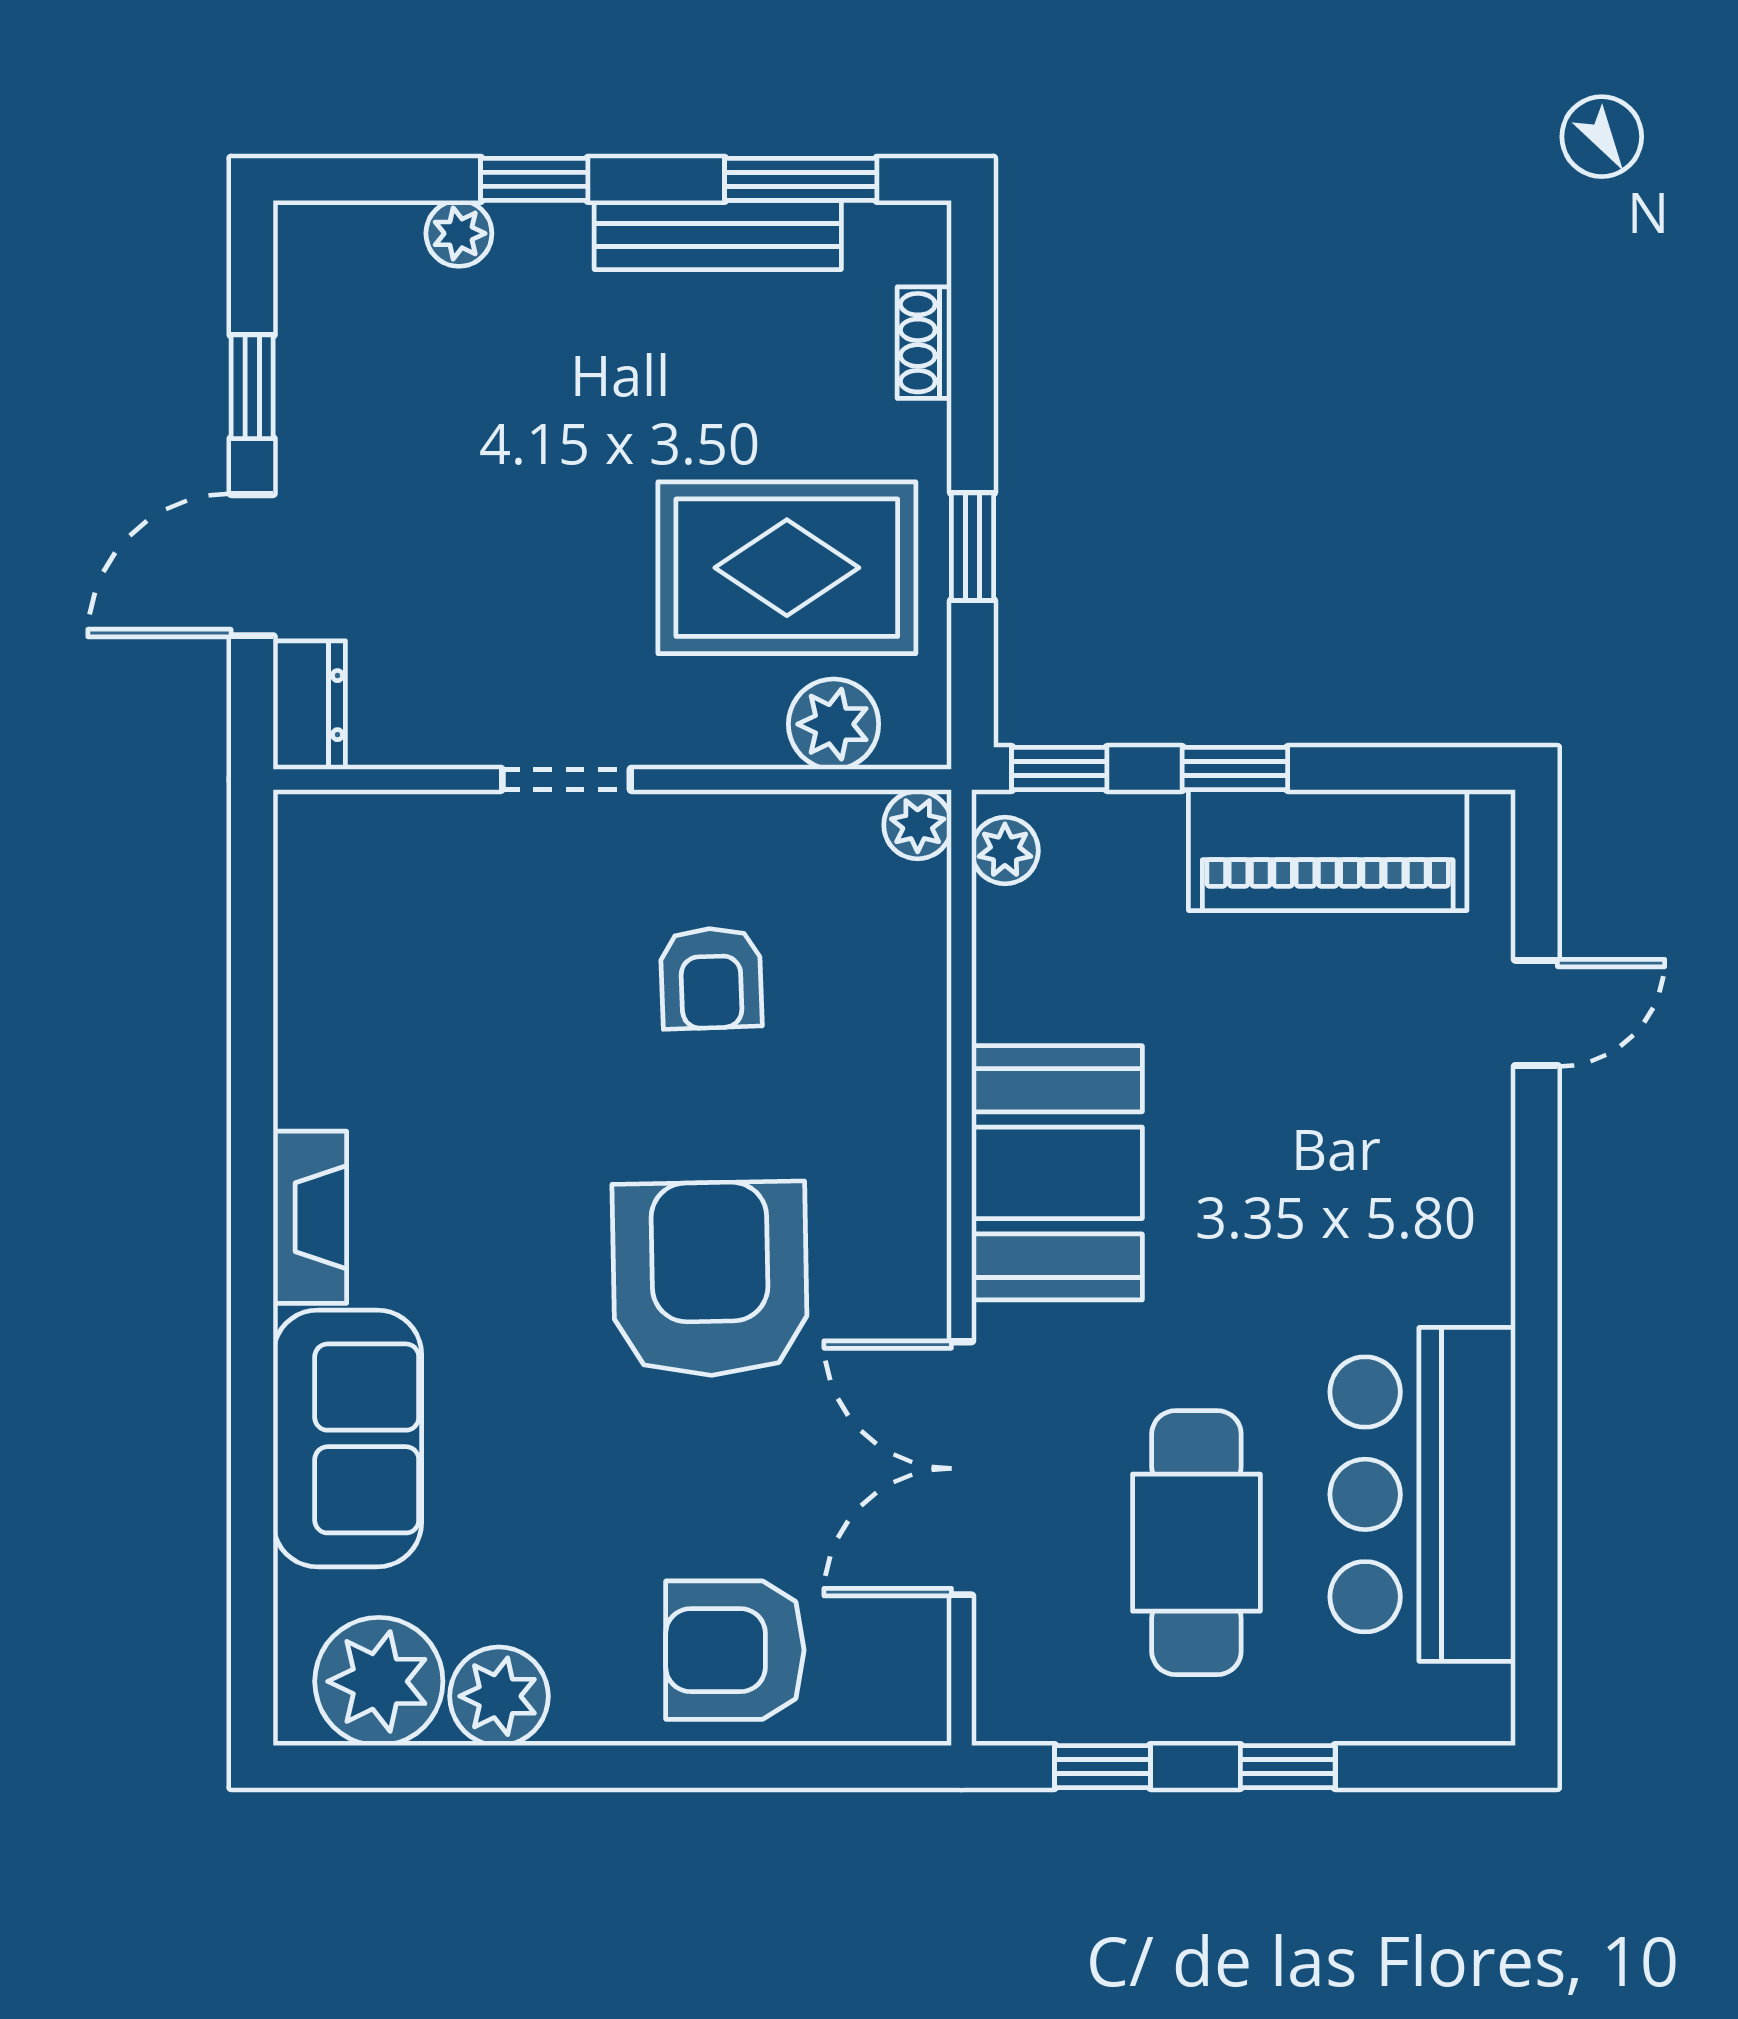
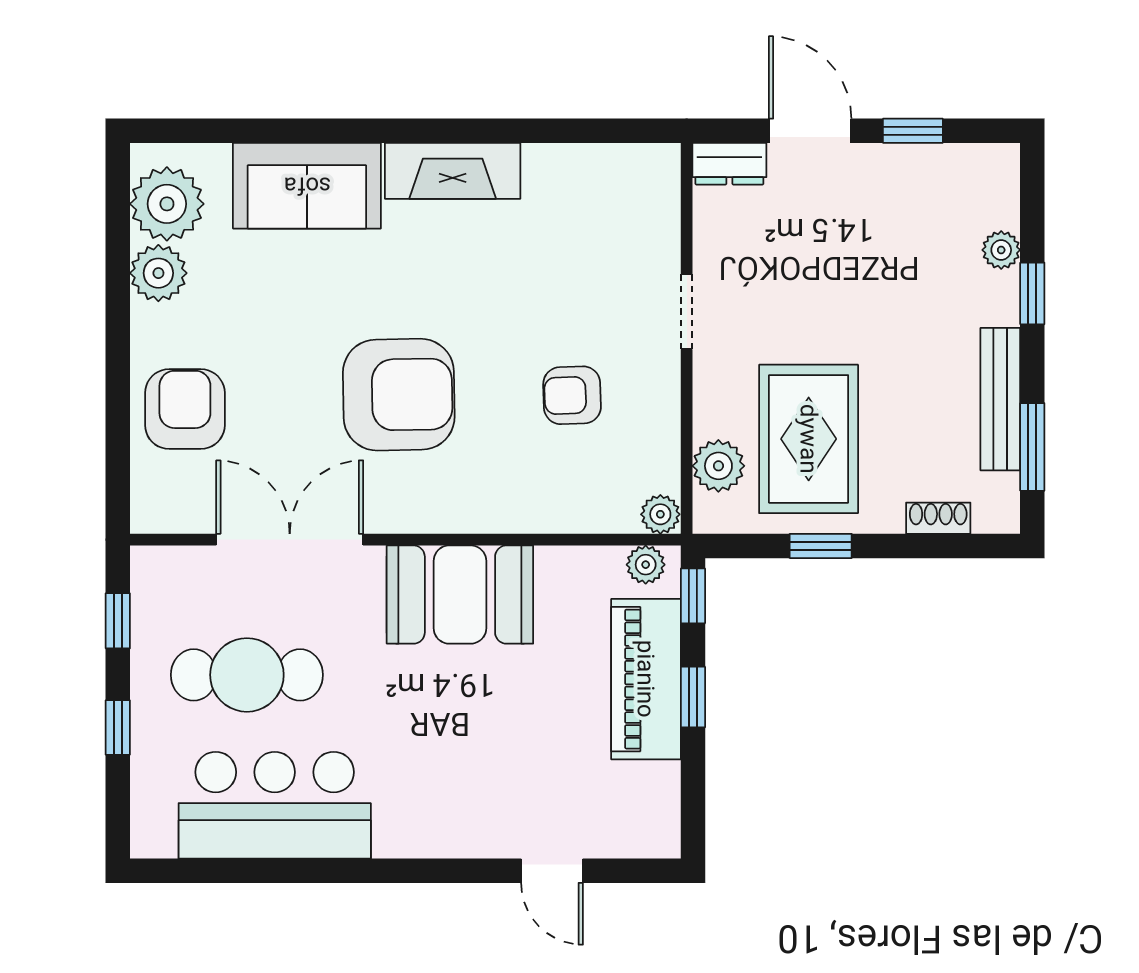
piano: (1328, 850) -> (646, 679), moved
fireplace: (310, 1217) -> (453, 171), width x1.37, depth x1.32

